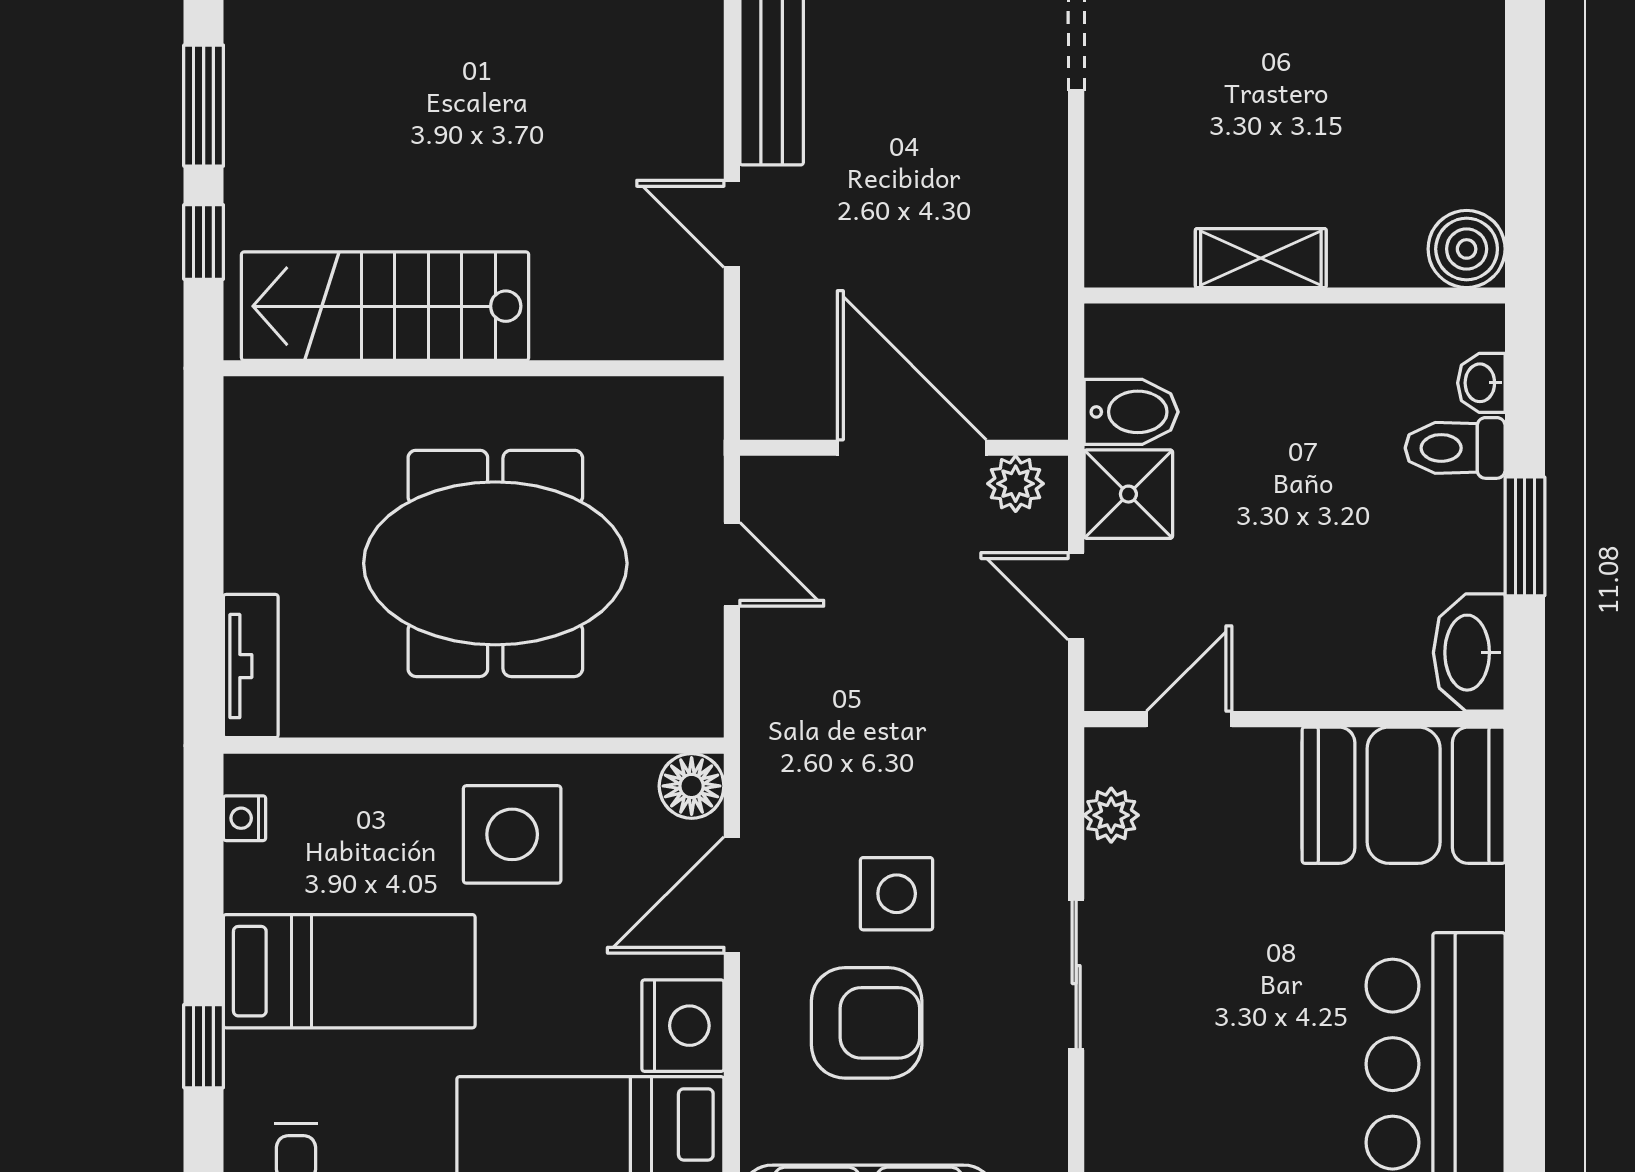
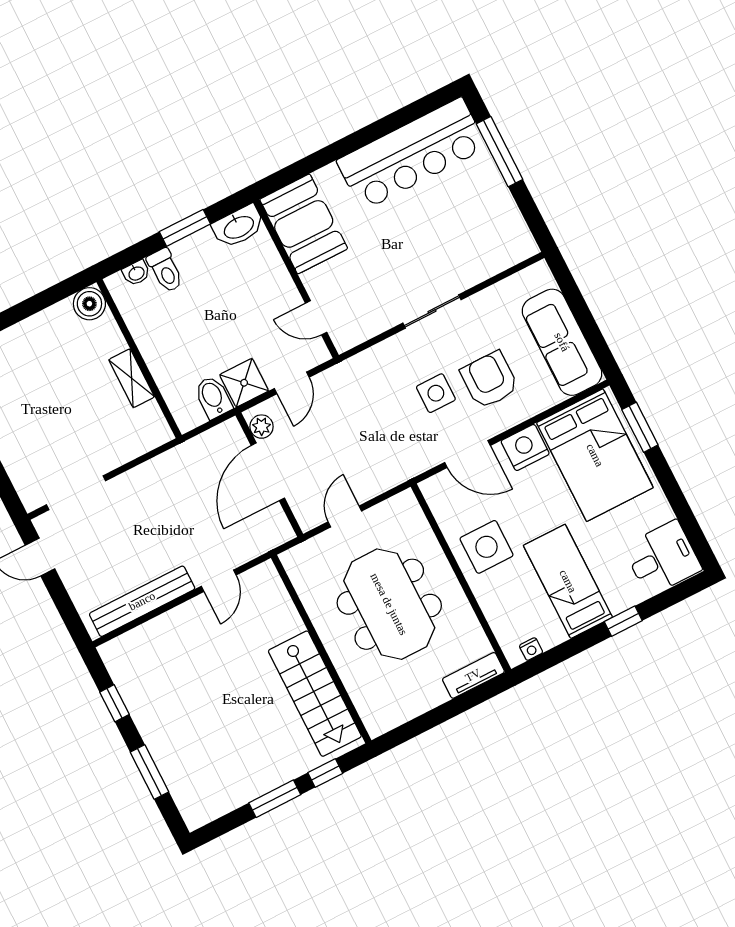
floor lamp: (692, 786) -> (435, 490), removed
plant: (1111, 815) -> (366, 329), removed

